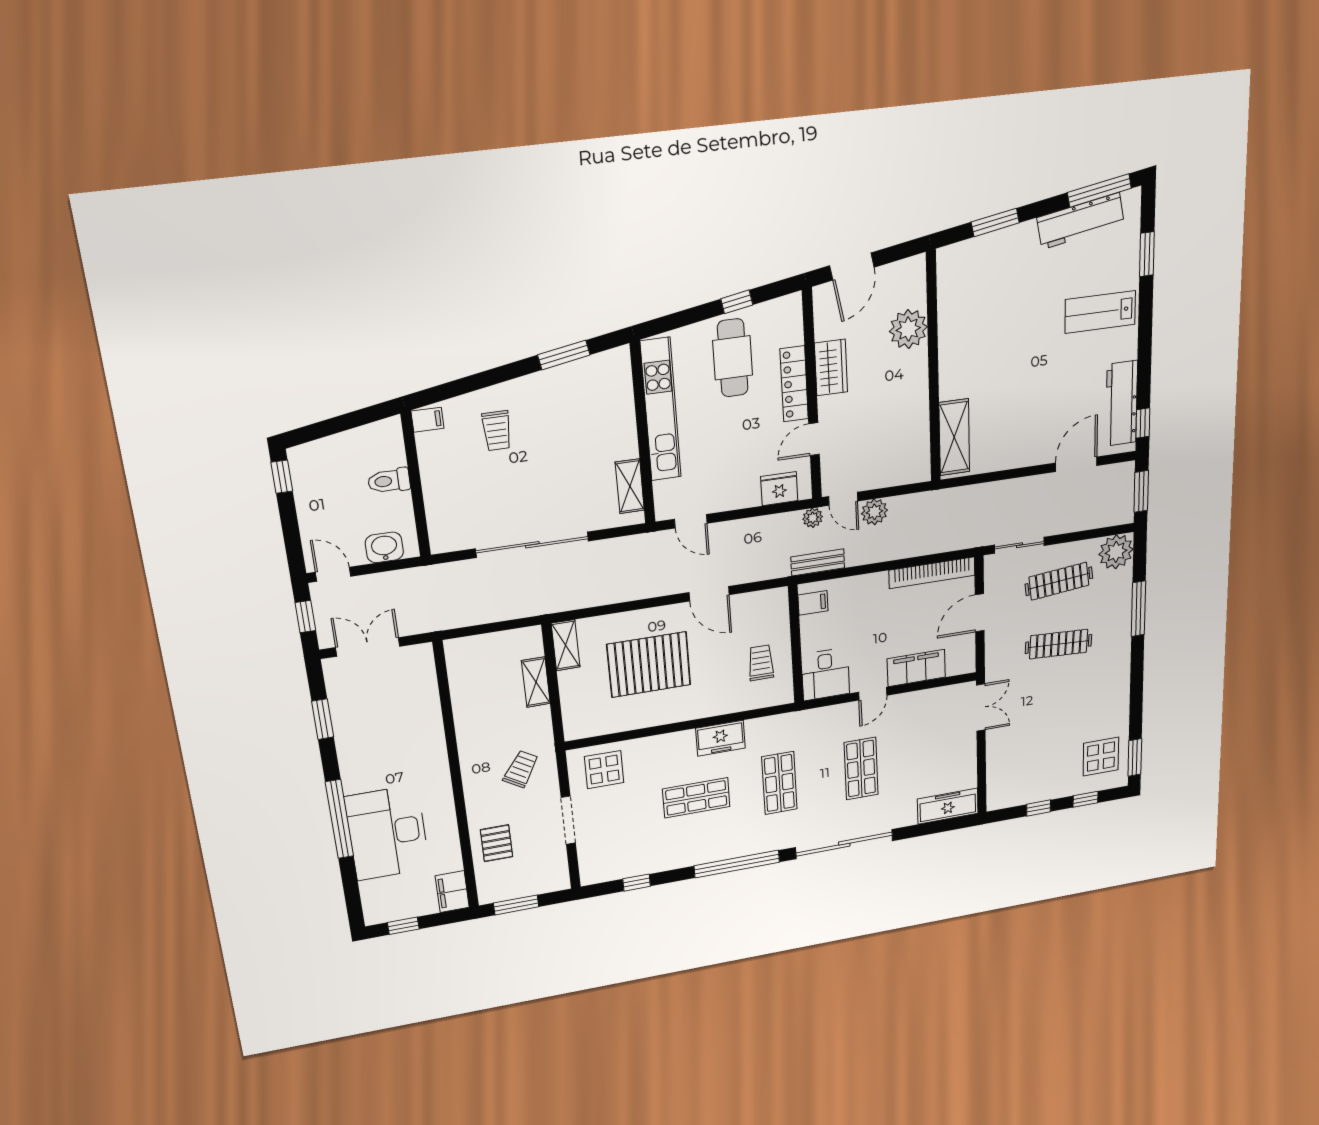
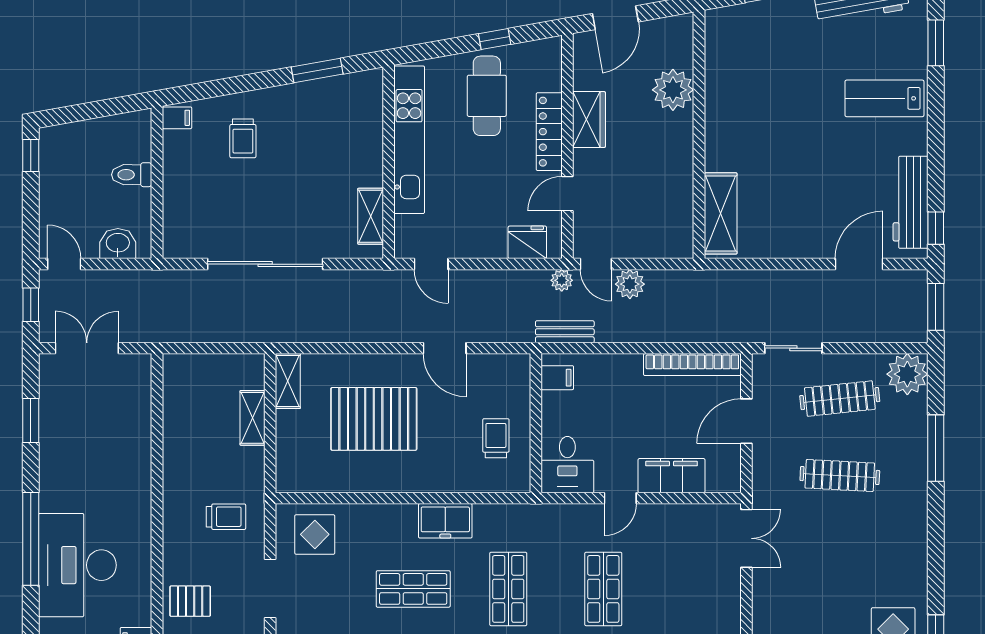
trolley: (521, 769) -> (226, 517), turned 58
pallet: (497, 843) -> (190, 601), turned 90

